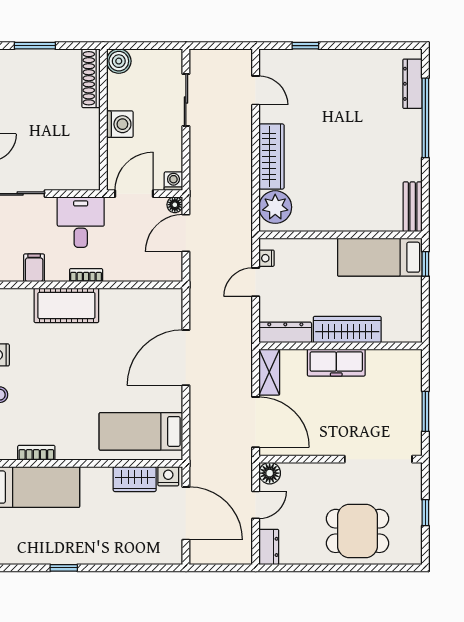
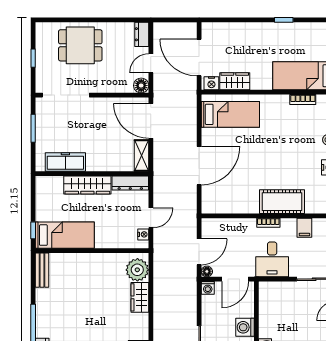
wardrobe: (271, 156) -> (140, 297), width x0.67
freezer: (336, 363) -> (65, 162), moved

